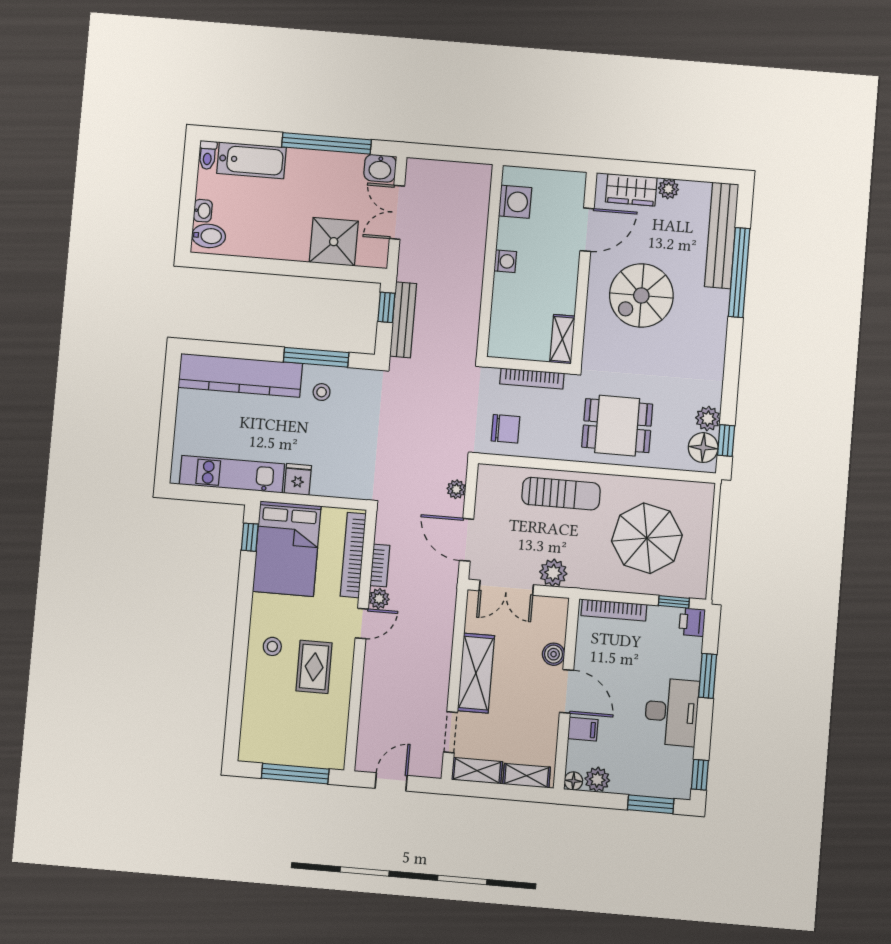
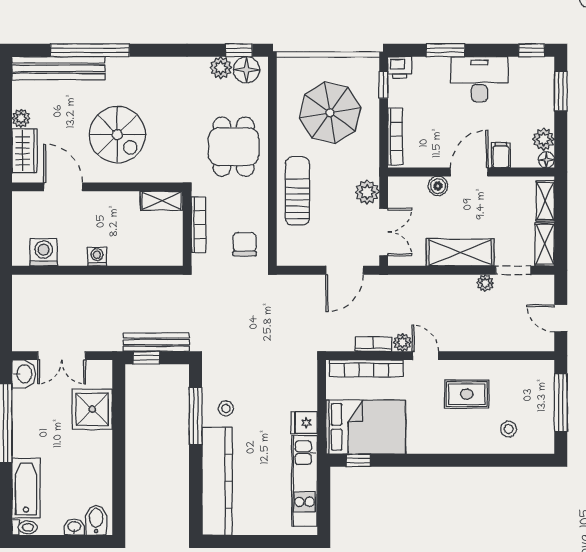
plant: (456, 489) -> (485, 283), moved
stool: (272, 646) -> (509, 429), moved

